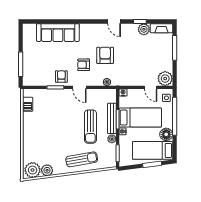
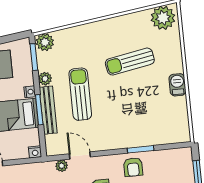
door: (79, 87) -> (80, 155), moved
barbecue: (28, 104) -> (177, 85), moved
sun lounger: (82, 159) -> (130, 62), moved
plant: (47, 170) -> (45, 42), moved

